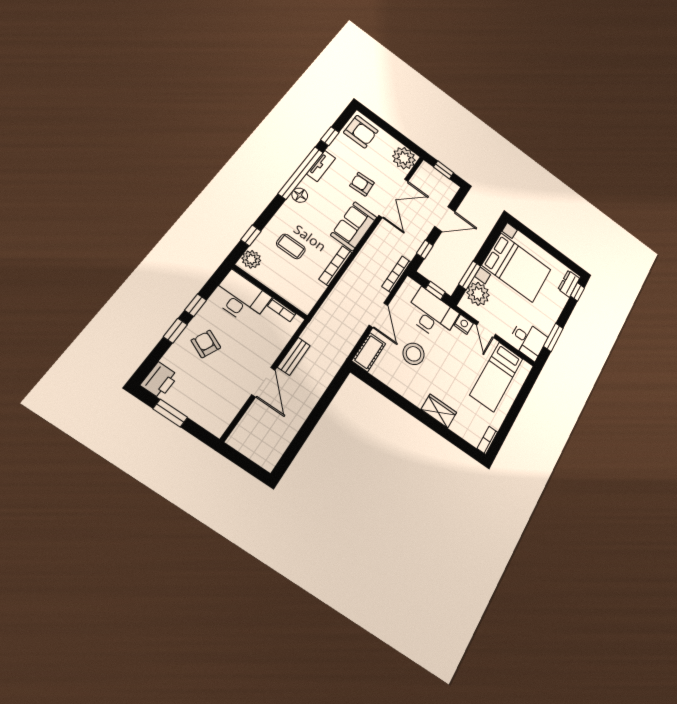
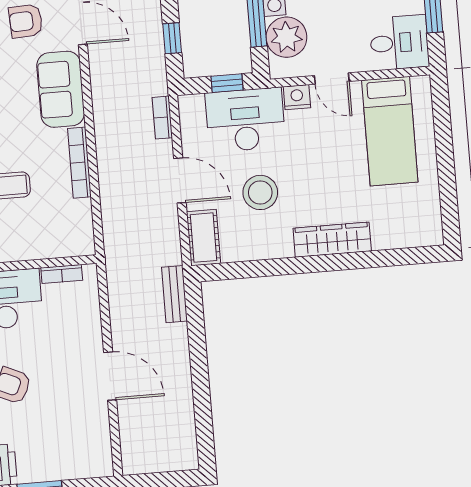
bookcase: (396, 274) -> (162, 118), width x0.64
bench: (294, 356) -> (174, 294), moved
wardrobe: (439, 411) -> (332, 240), width x1.50
bookcase: (487, 440) -> (434, 225), removed

